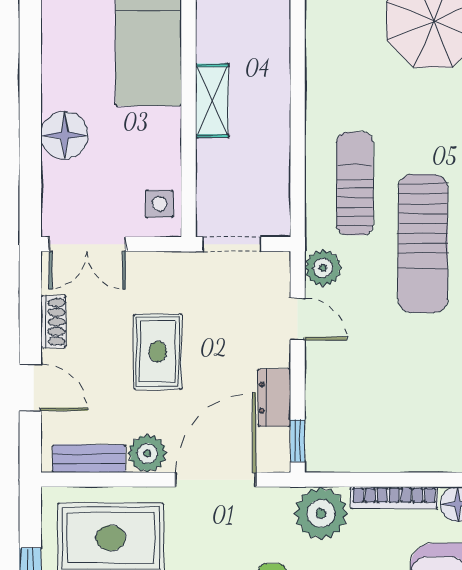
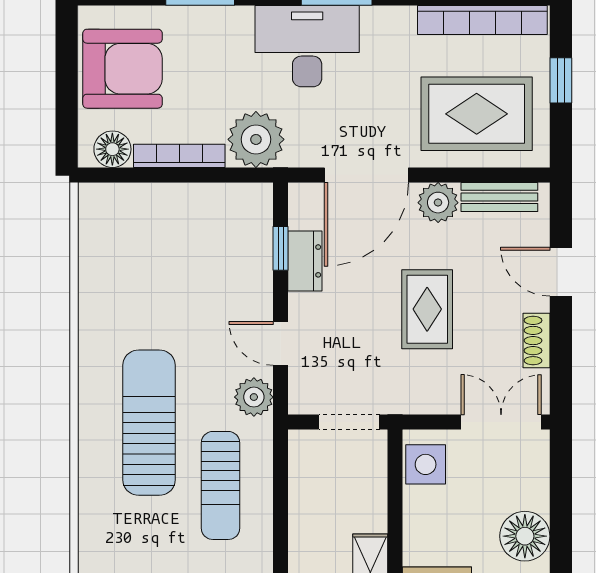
side table: (159, 204) -> (426, 464), width x1.37, depth x1.37
window: (298, 441) -> (281, 248), moved

